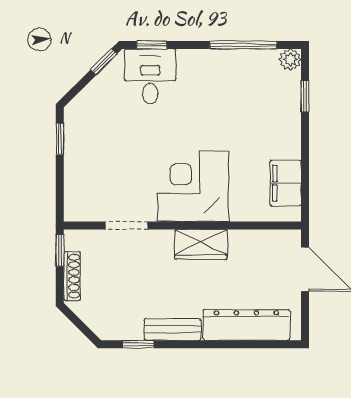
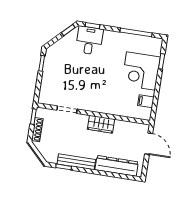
plant: (290, 60) -> (157, 43), removed
filing cabinet: (286, 183) -> (146, 101), width x0.50
corner desk: (193, 186) -> (141, 71), moved, turned -90
bench: (173, 329) -> (76, 162), width x1.36

